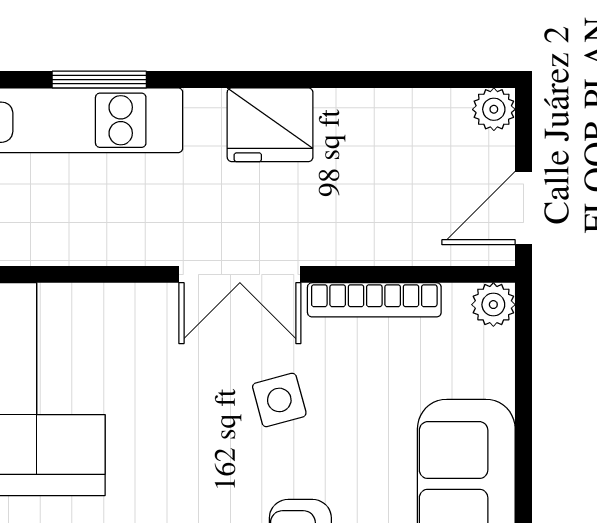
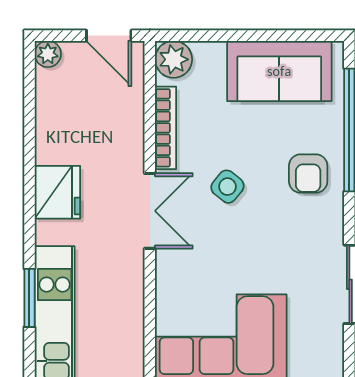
plant: (493, 305) -> (174, 59), width x1.38, depth x1.38
side table: (279, 400) -> (227, 187), turned -36

